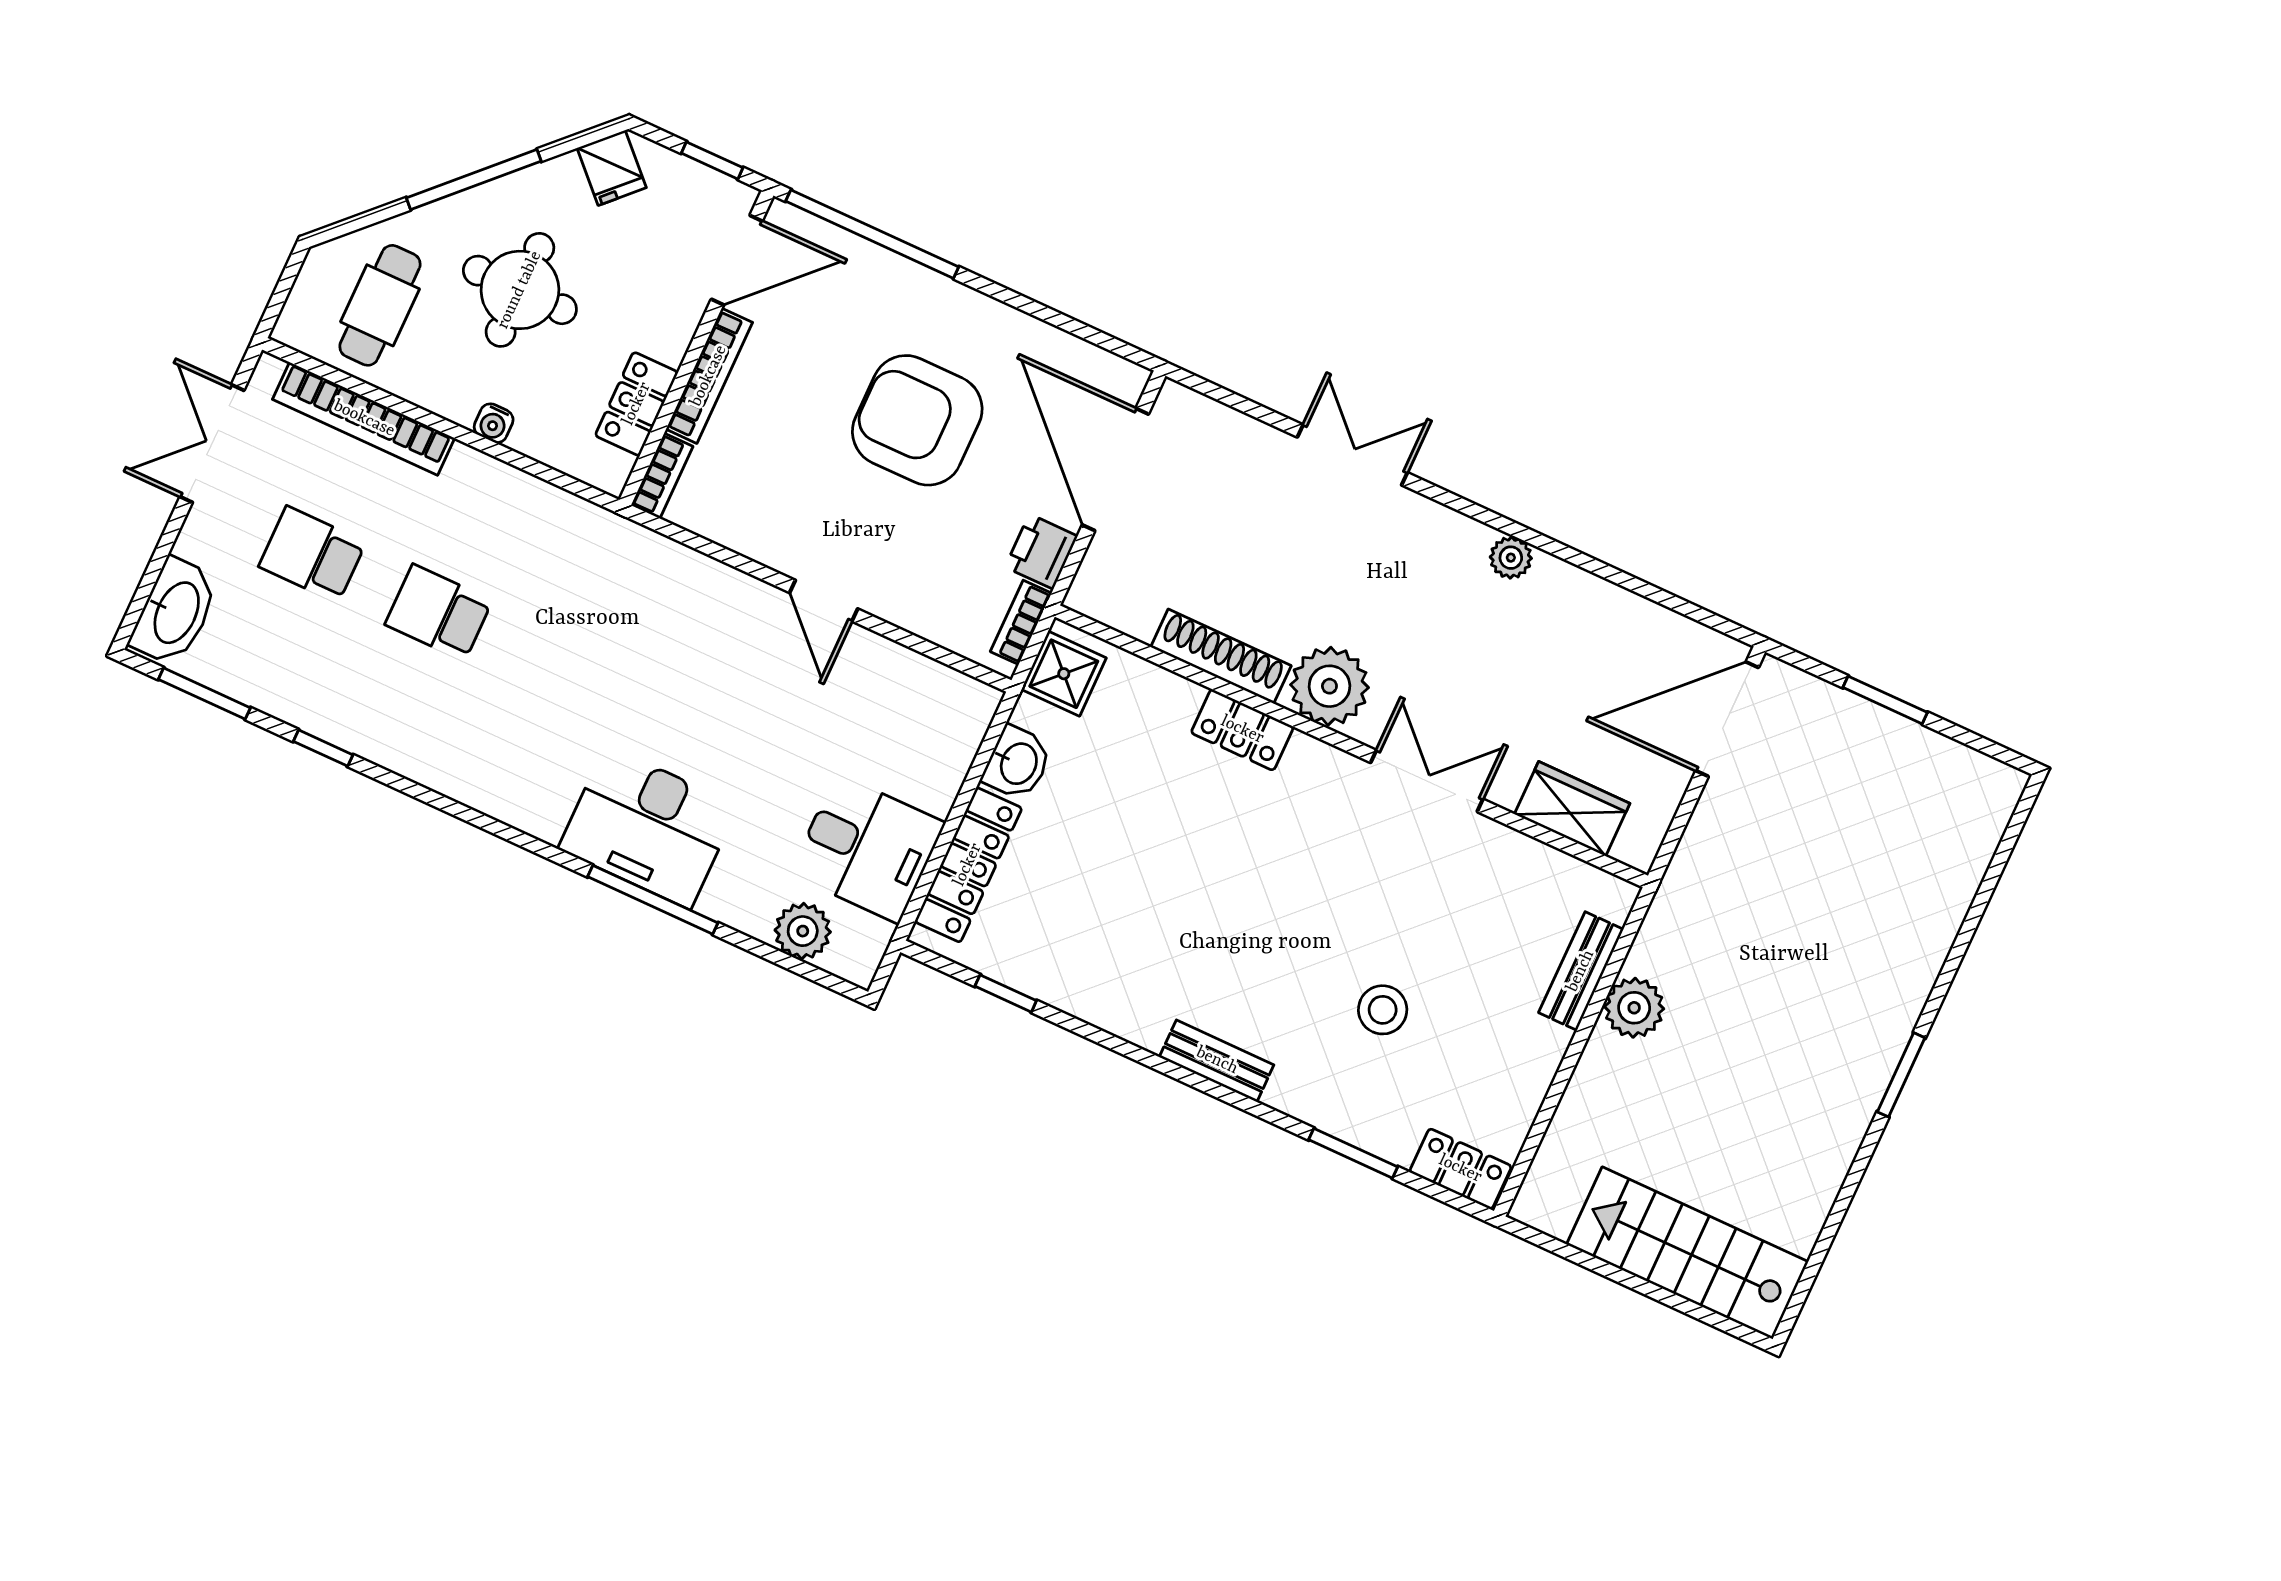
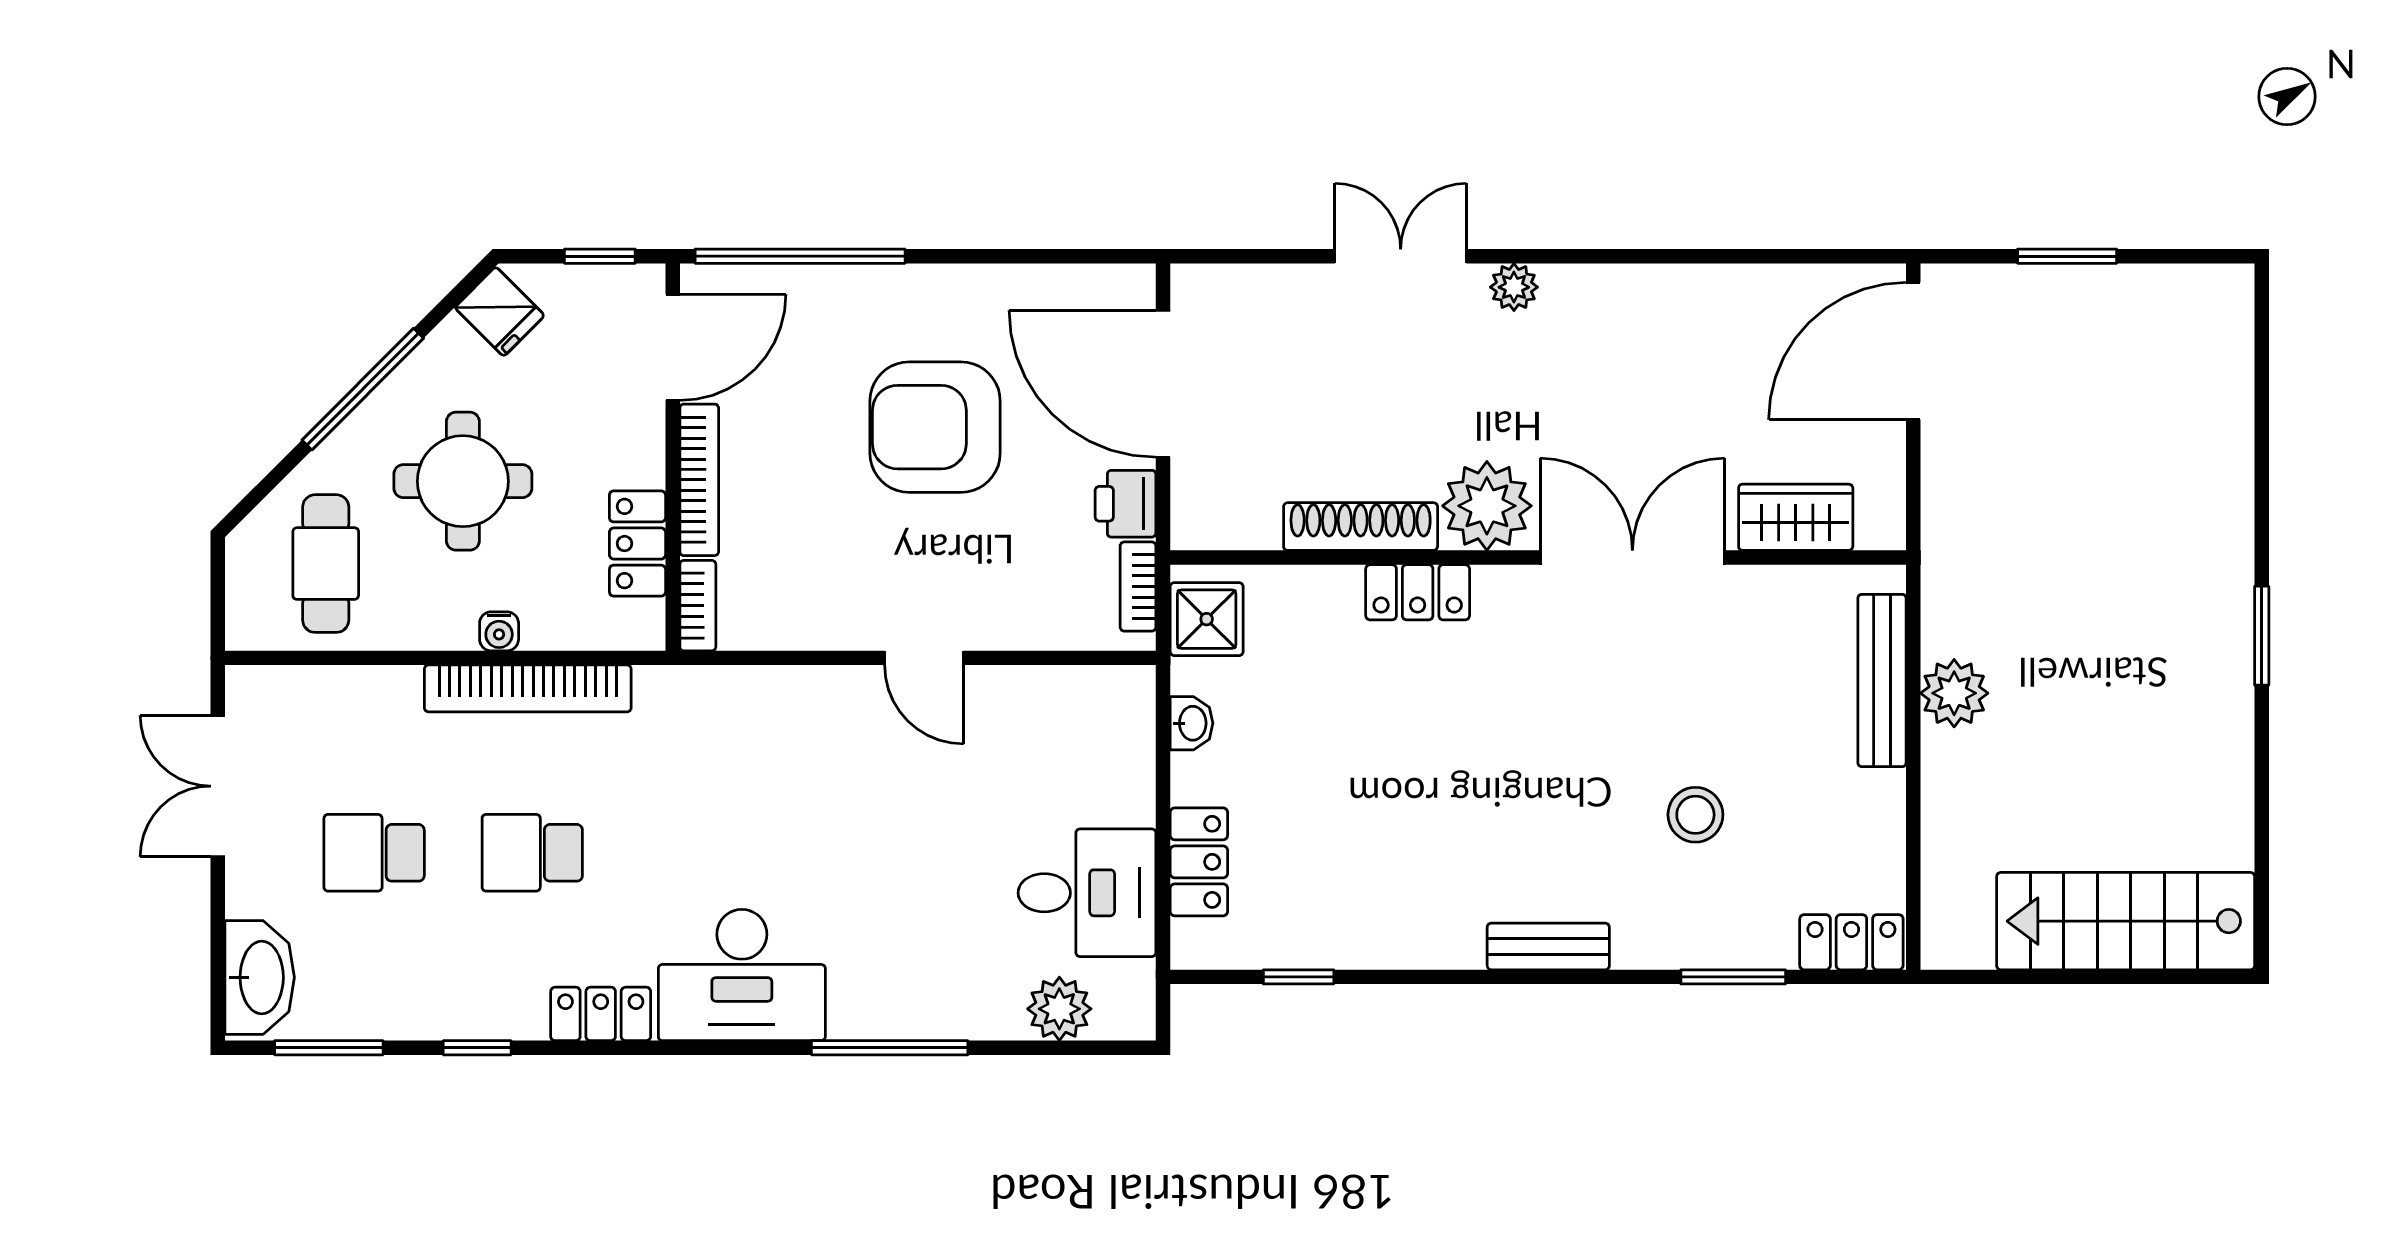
bookcase: (364, 419) -> (528, 688), moved
plant: (1511, 558) -> (1514, 287), moved
washbasin: (1017, 763) -> (1191, 723), width x0.72, depth x0.69
locker: (434, 766) -> (601, 1014), added
double door: (1427, 781) -> (1632, 557), width x1.37
desk: (648, 827) -> (742, 975), moved
locker: (968, 865) -> (1199, 862), width x0.66
bench: (1581, 971) -> (1882, 680), width x1.36

